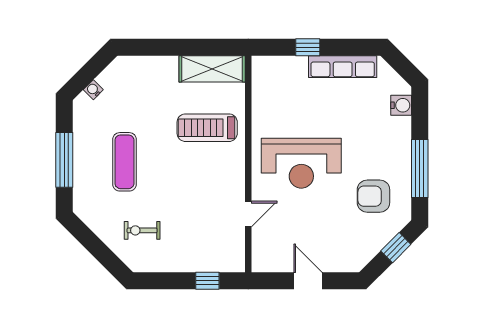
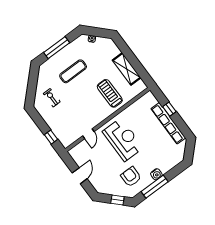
row of seats: (343, 67) -> (168, 123), width x1.36
shelving: (212, 69) -> (127, 69), moved
water cooler: (401, 105) -> (156, 174), moved
reception desk: (301, 163) -> (123, 140), turned 180
door: (248, 214) -> (88, 134), hinge flipped

